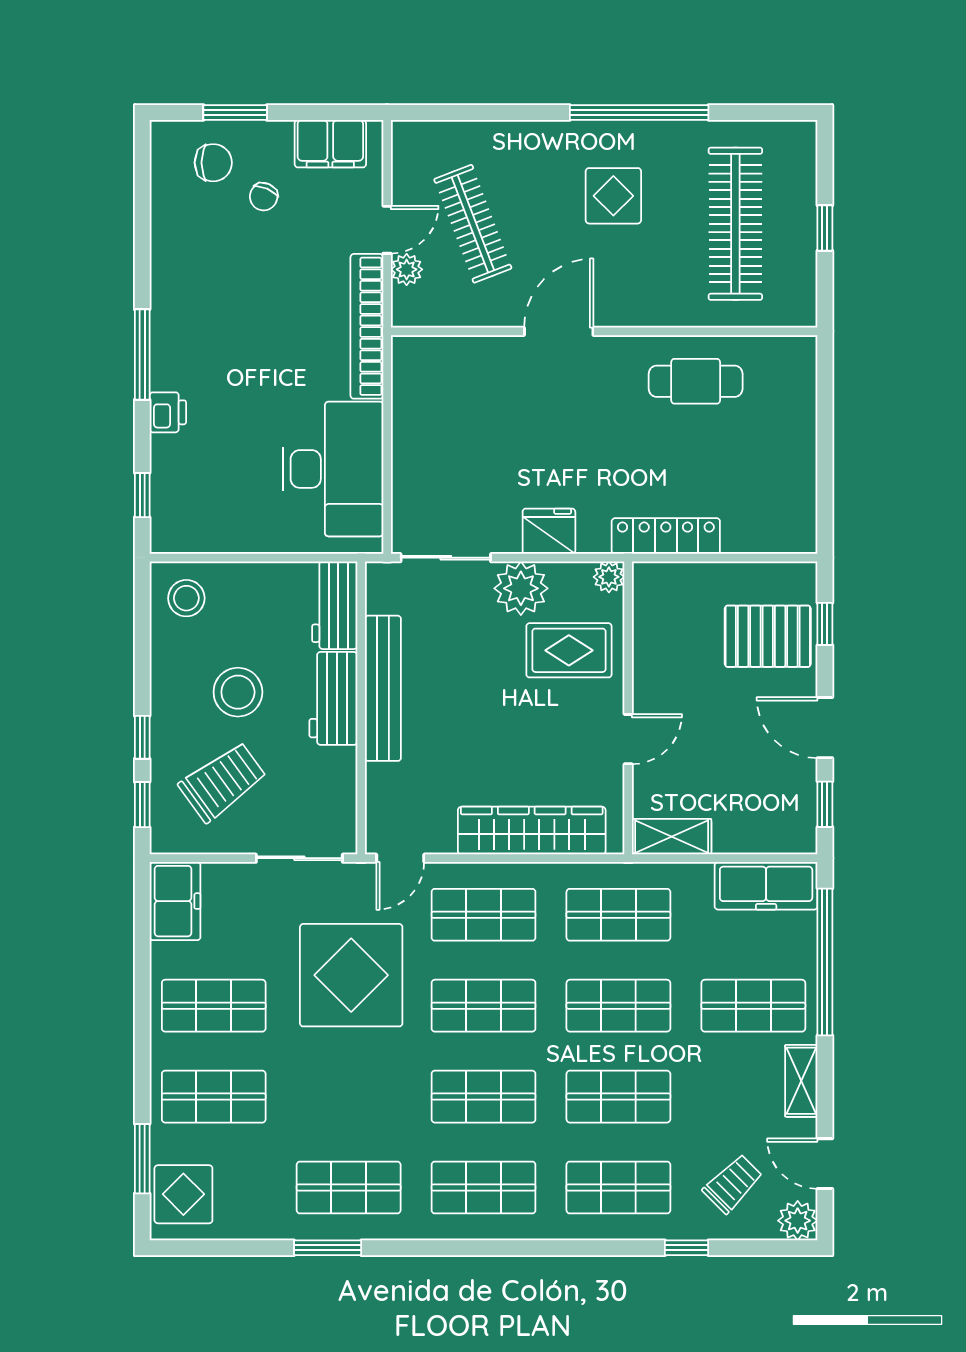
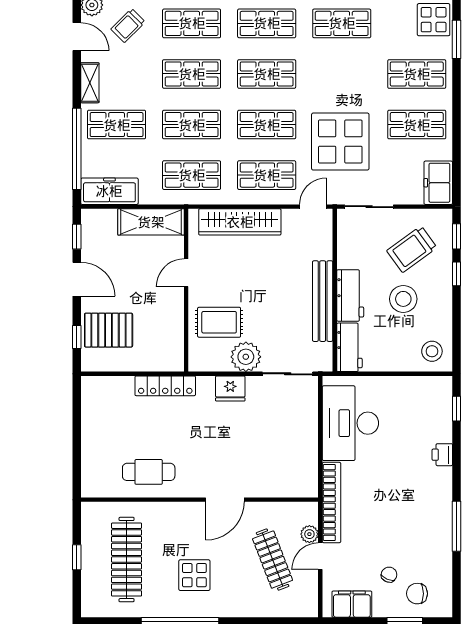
window: (142, 355) -> (457, 526), moved
plant: (609, 577) -> (197, 363), removed
shelving: (672, 837) -> (151, 222), width x1.50, depth x1.33

